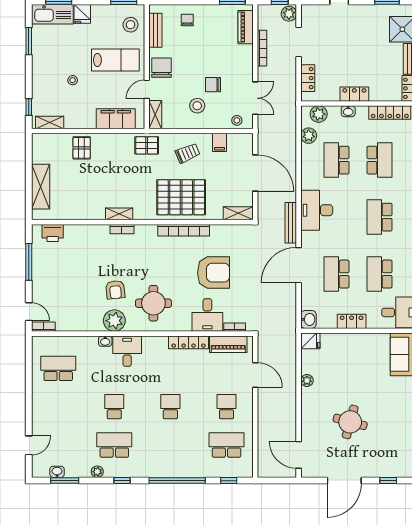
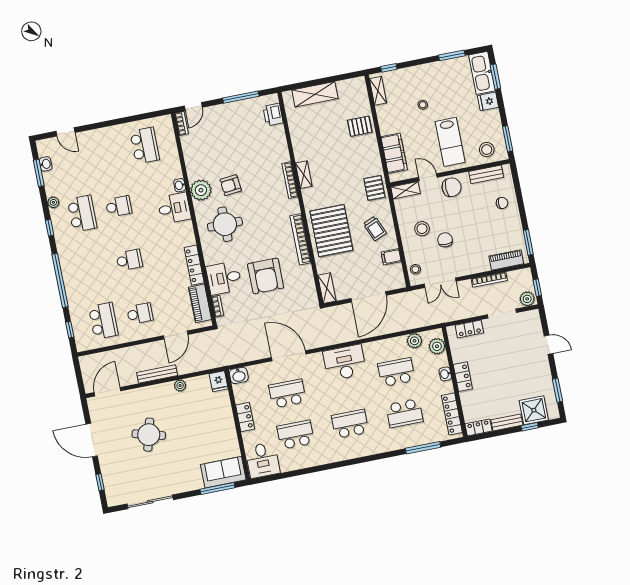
bench: (291, 223) -> (157, 374), moved
bookcase: (122, 229) -> (290, 180), width x1.56

